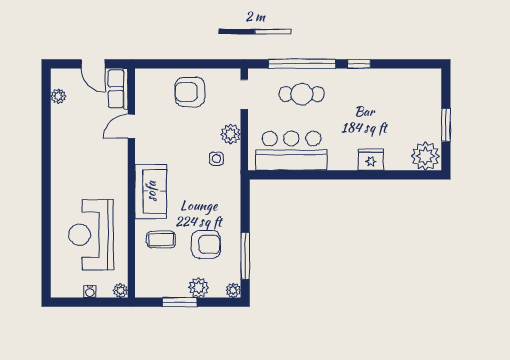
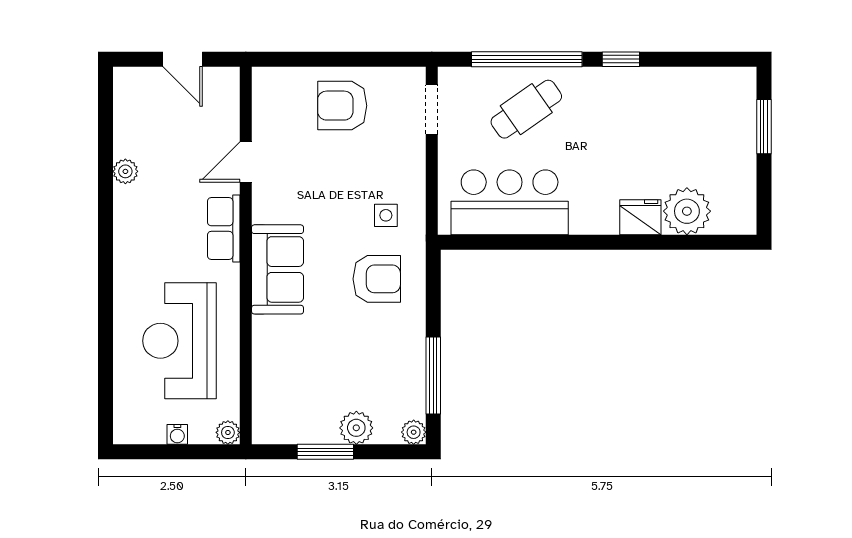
row of seats: (118, 89) -> (224, 229), moved
cafe table: (302, 94) -> (526, 109), turned -35
plant: (58, 96) -> (125, 171), moved
window: (446, 125) -> (764, 127), moved
plant: (231, 134) -> (409, 175), removed
plant: (425, 156) -> (687, 211), moved
coffee table: (161, 240) -> (295, 349), removed
armchair: (206, 244) -> (377, 279), moved

